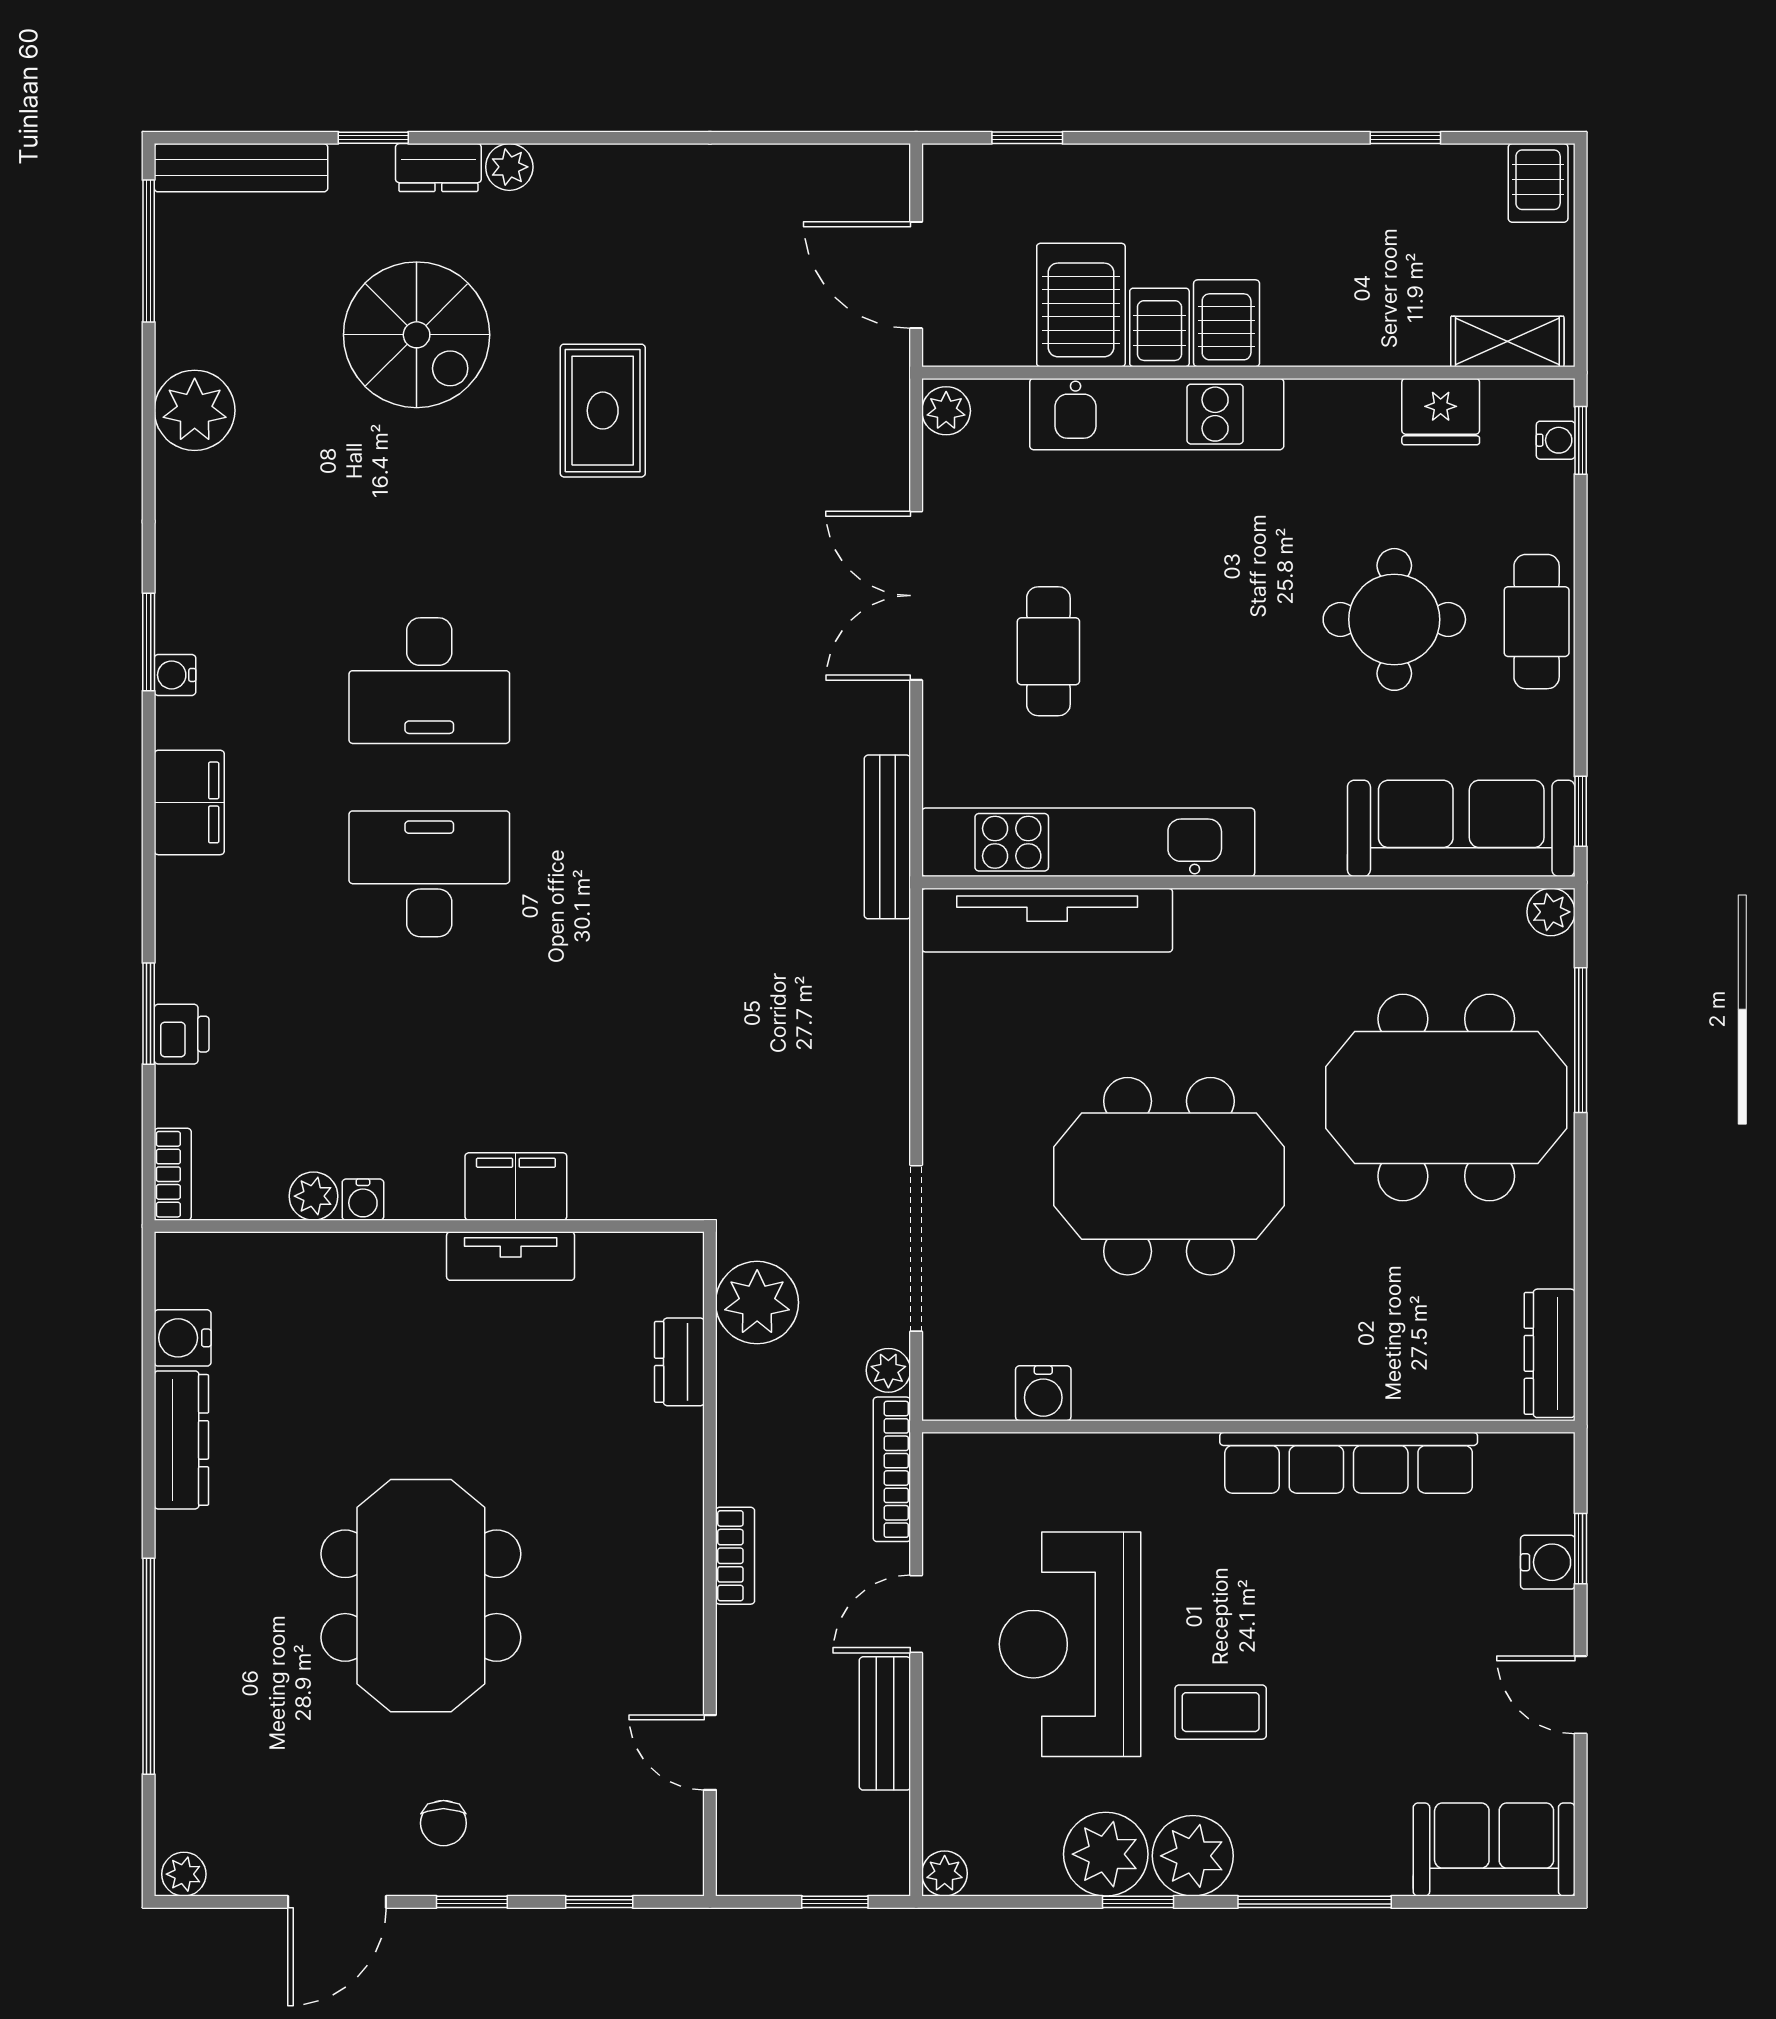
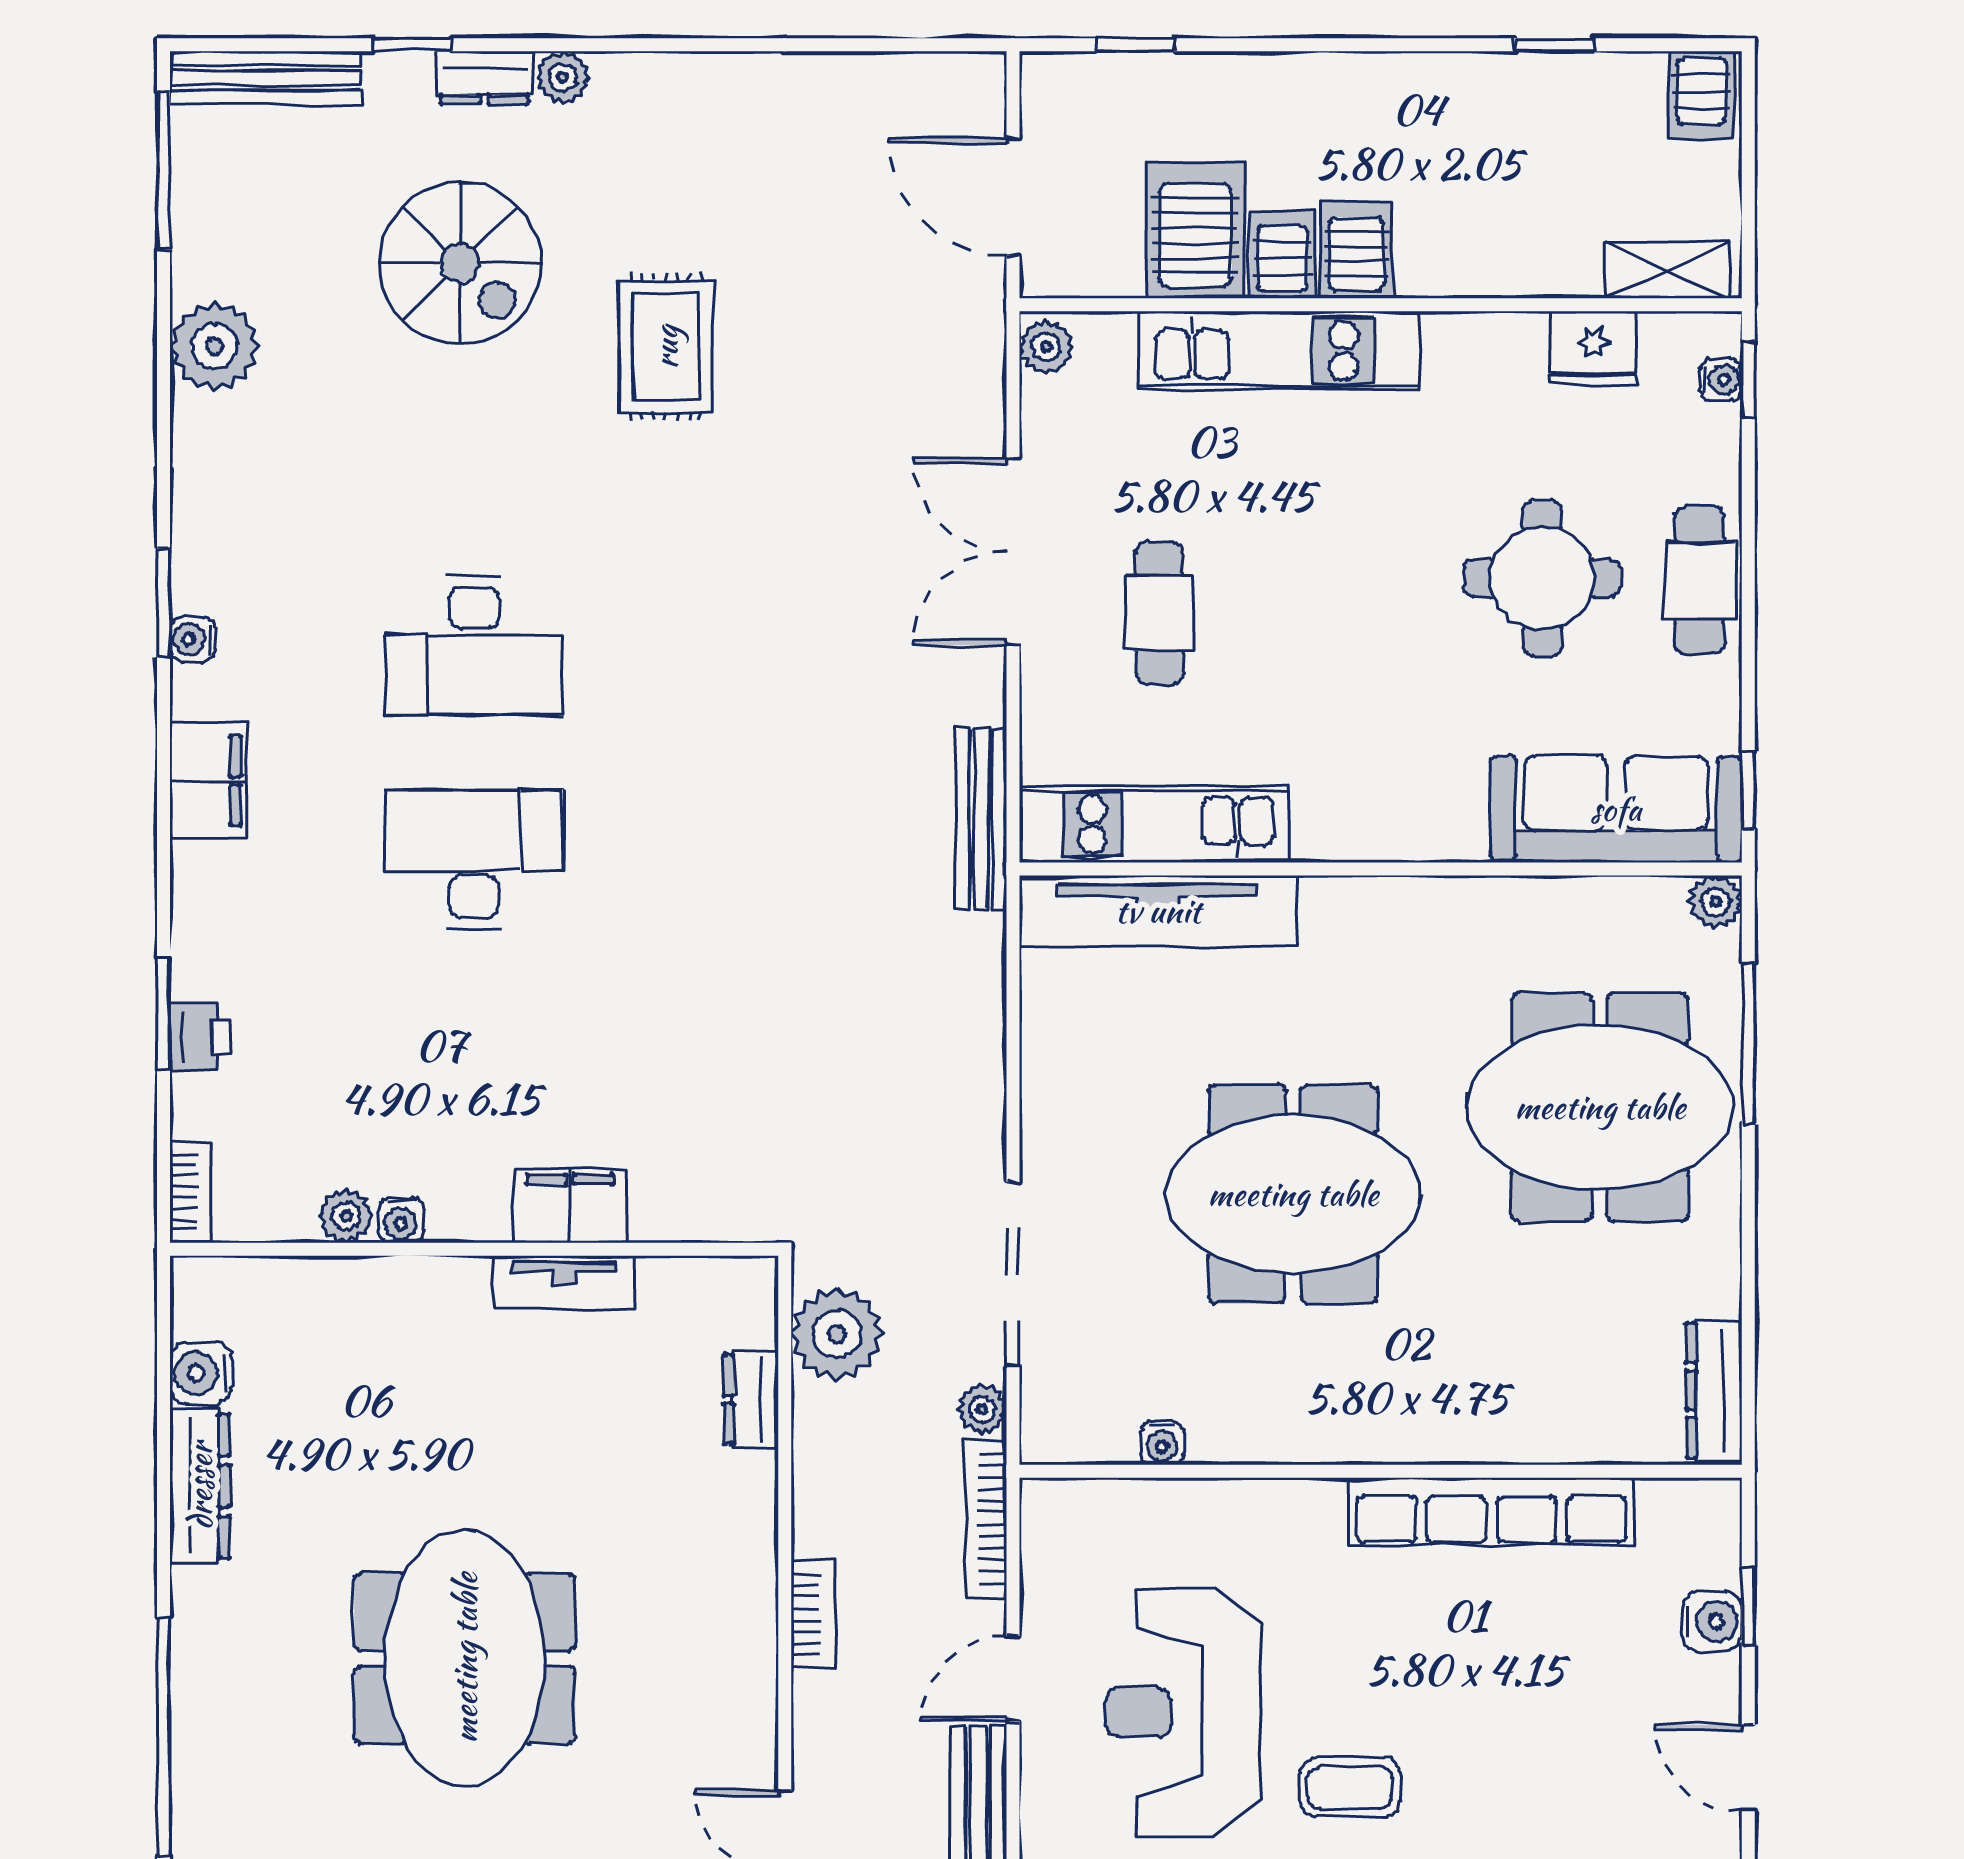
kitchen unit: (1088, 842) -> (1154, 825), width x0.73
water cooler: (1043, 1393) -> (1162, 1443), width x0.72, depth x0.72

